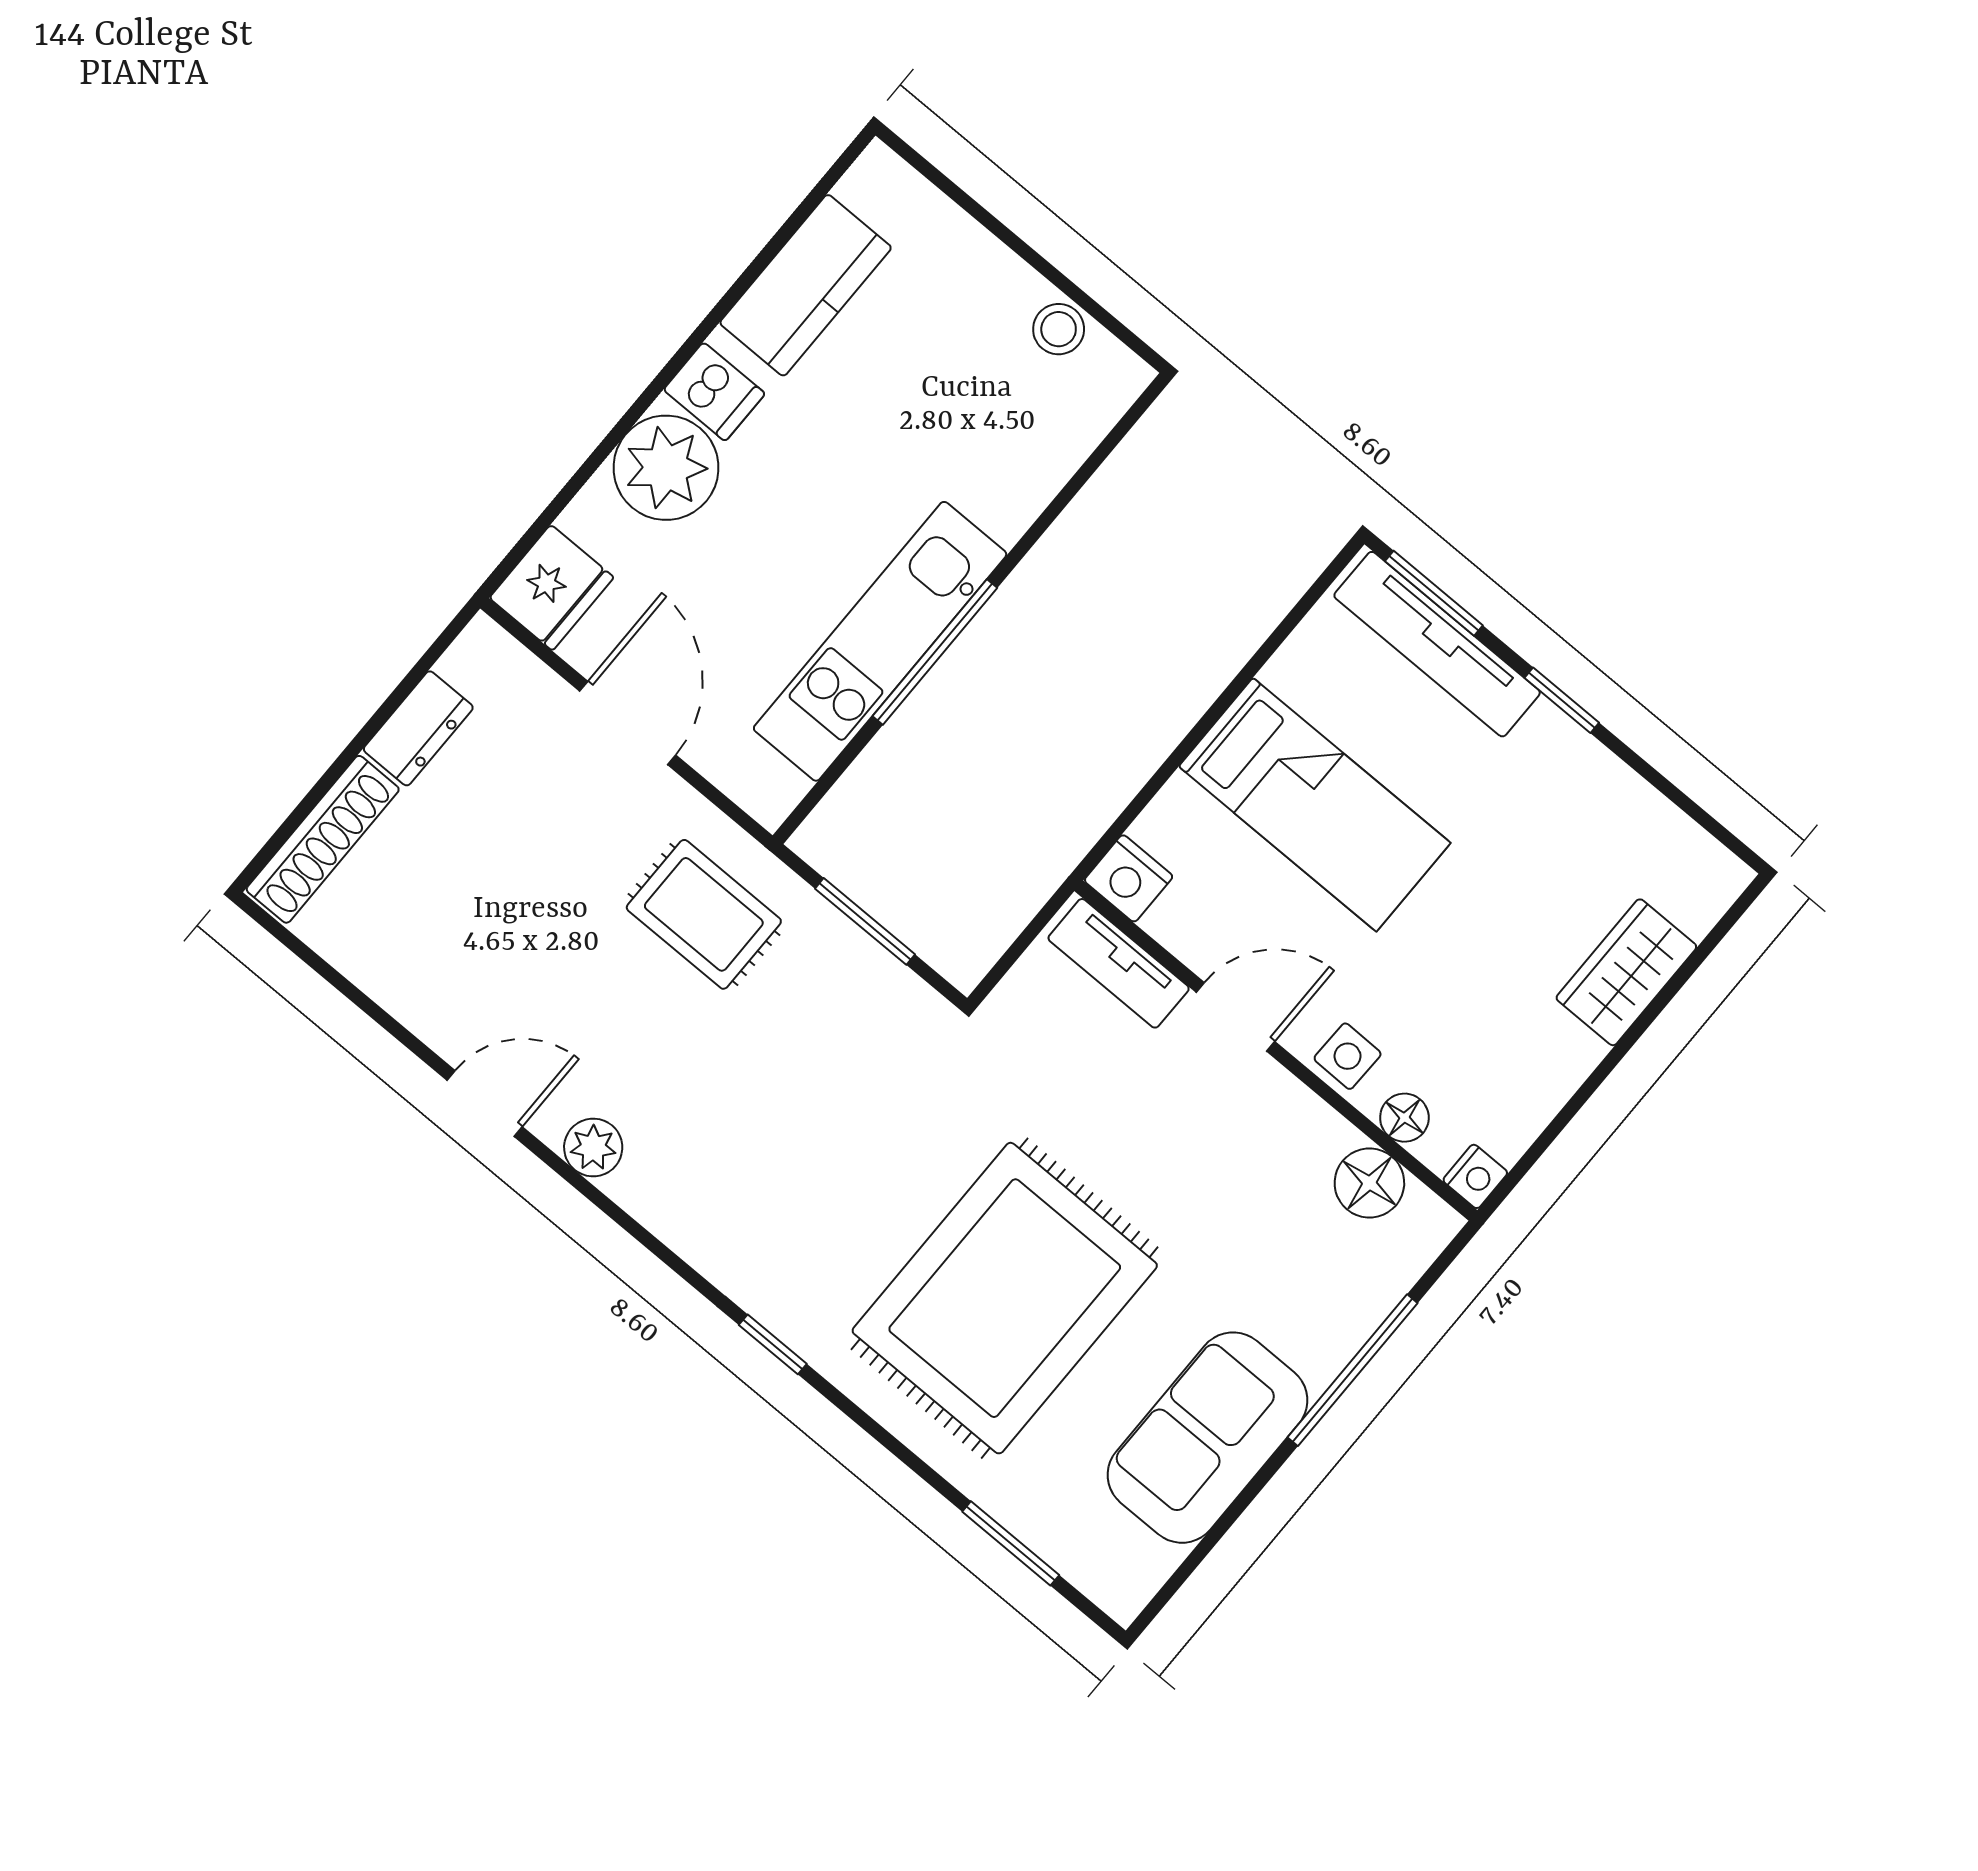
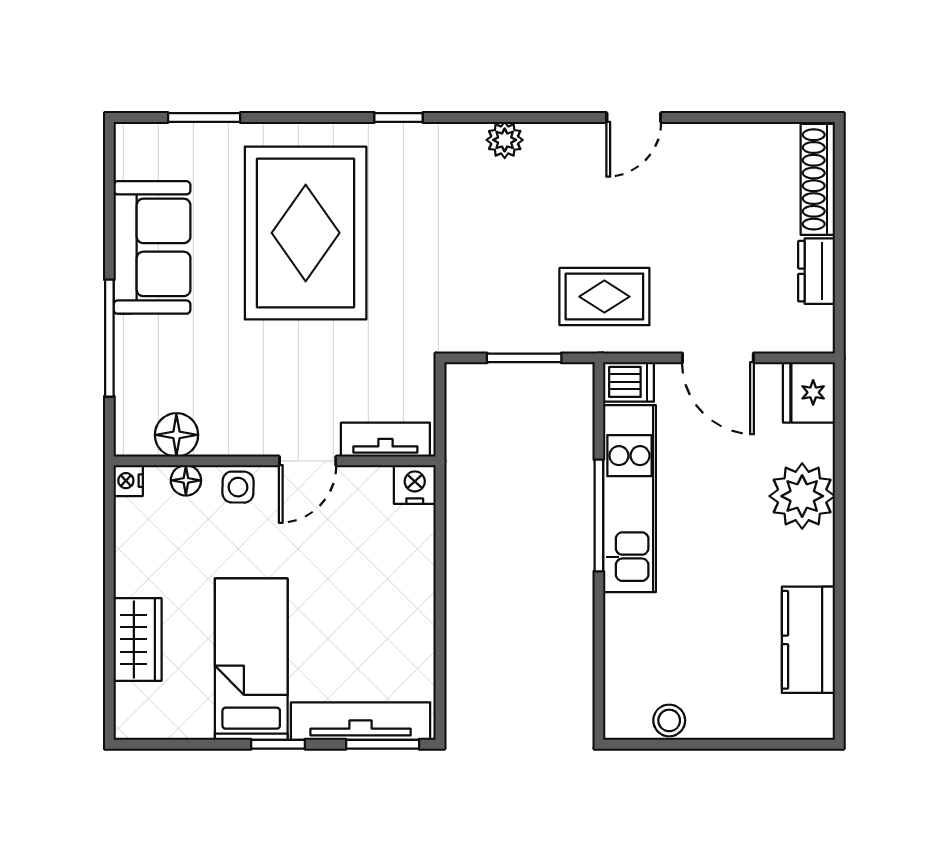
dishwasher: (714, 392) -> (629, 382), moved, turned 180
bed: (1315, 805) -> (251, 659), moved, turned 90
plant: (593, 1148) -> (505, 140), moved

